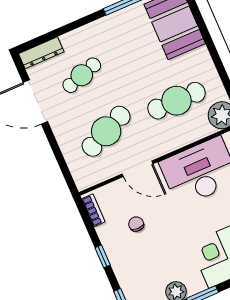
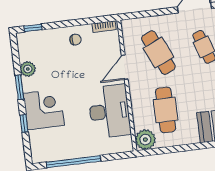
chair: (136, 224) -> (75, 40), moved
window: (103, 256) -> (69, 23), removed

